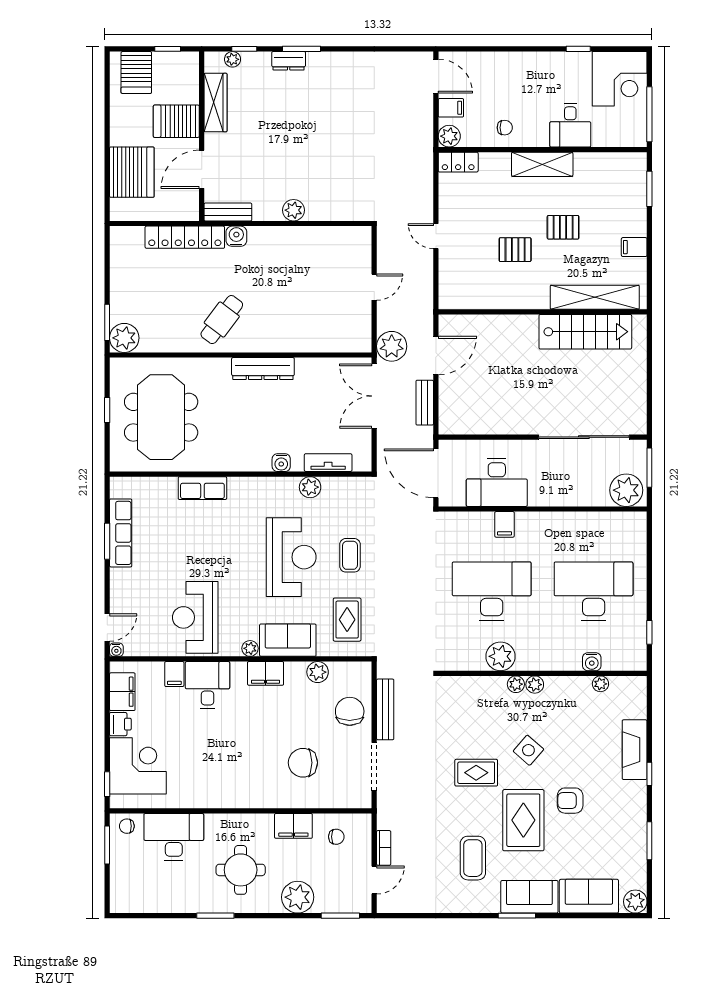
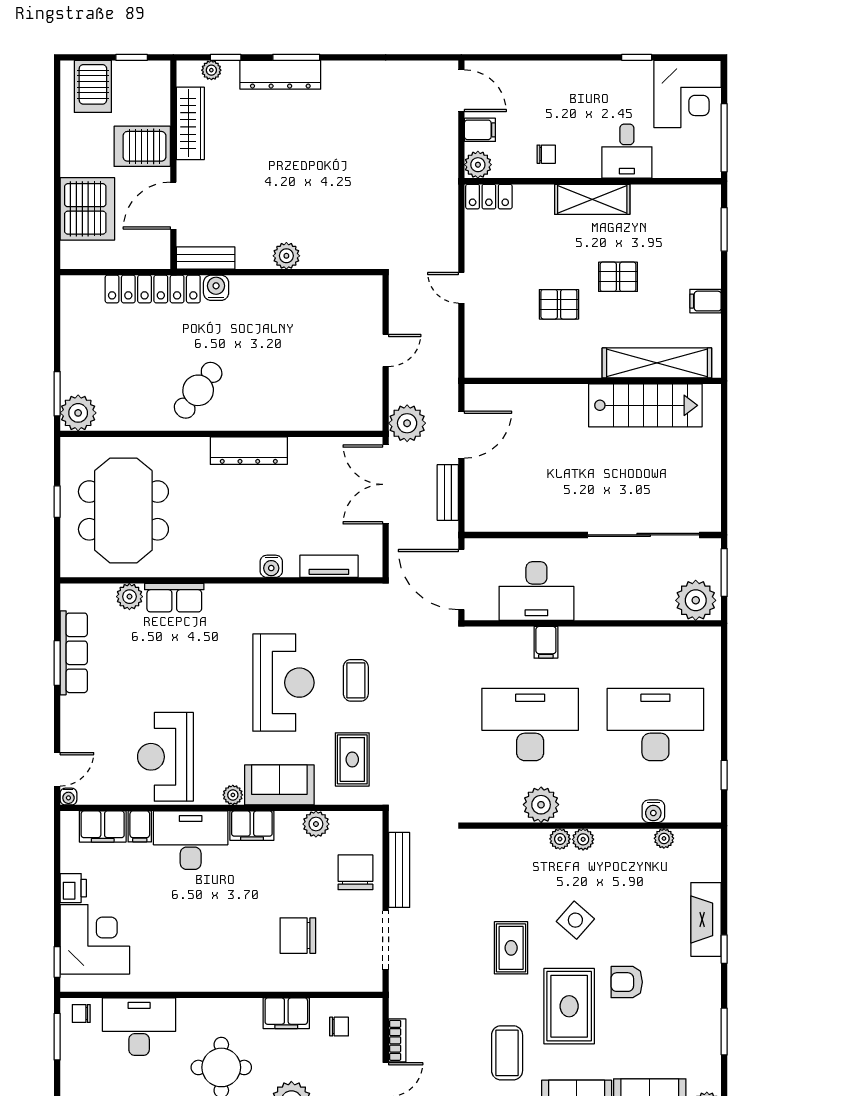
dresser: (289, 61) -> (280, 75), width x1.96, depth x1.24
plant: (310, 487) -> (129, 597), moved
desk: (207, 685) -> (191, 840), width x1.37
filing cabinet: (122, 692) -> (103, 827), moved, turned 90
rug: (476, 773) -> (511, 948), turned 90

